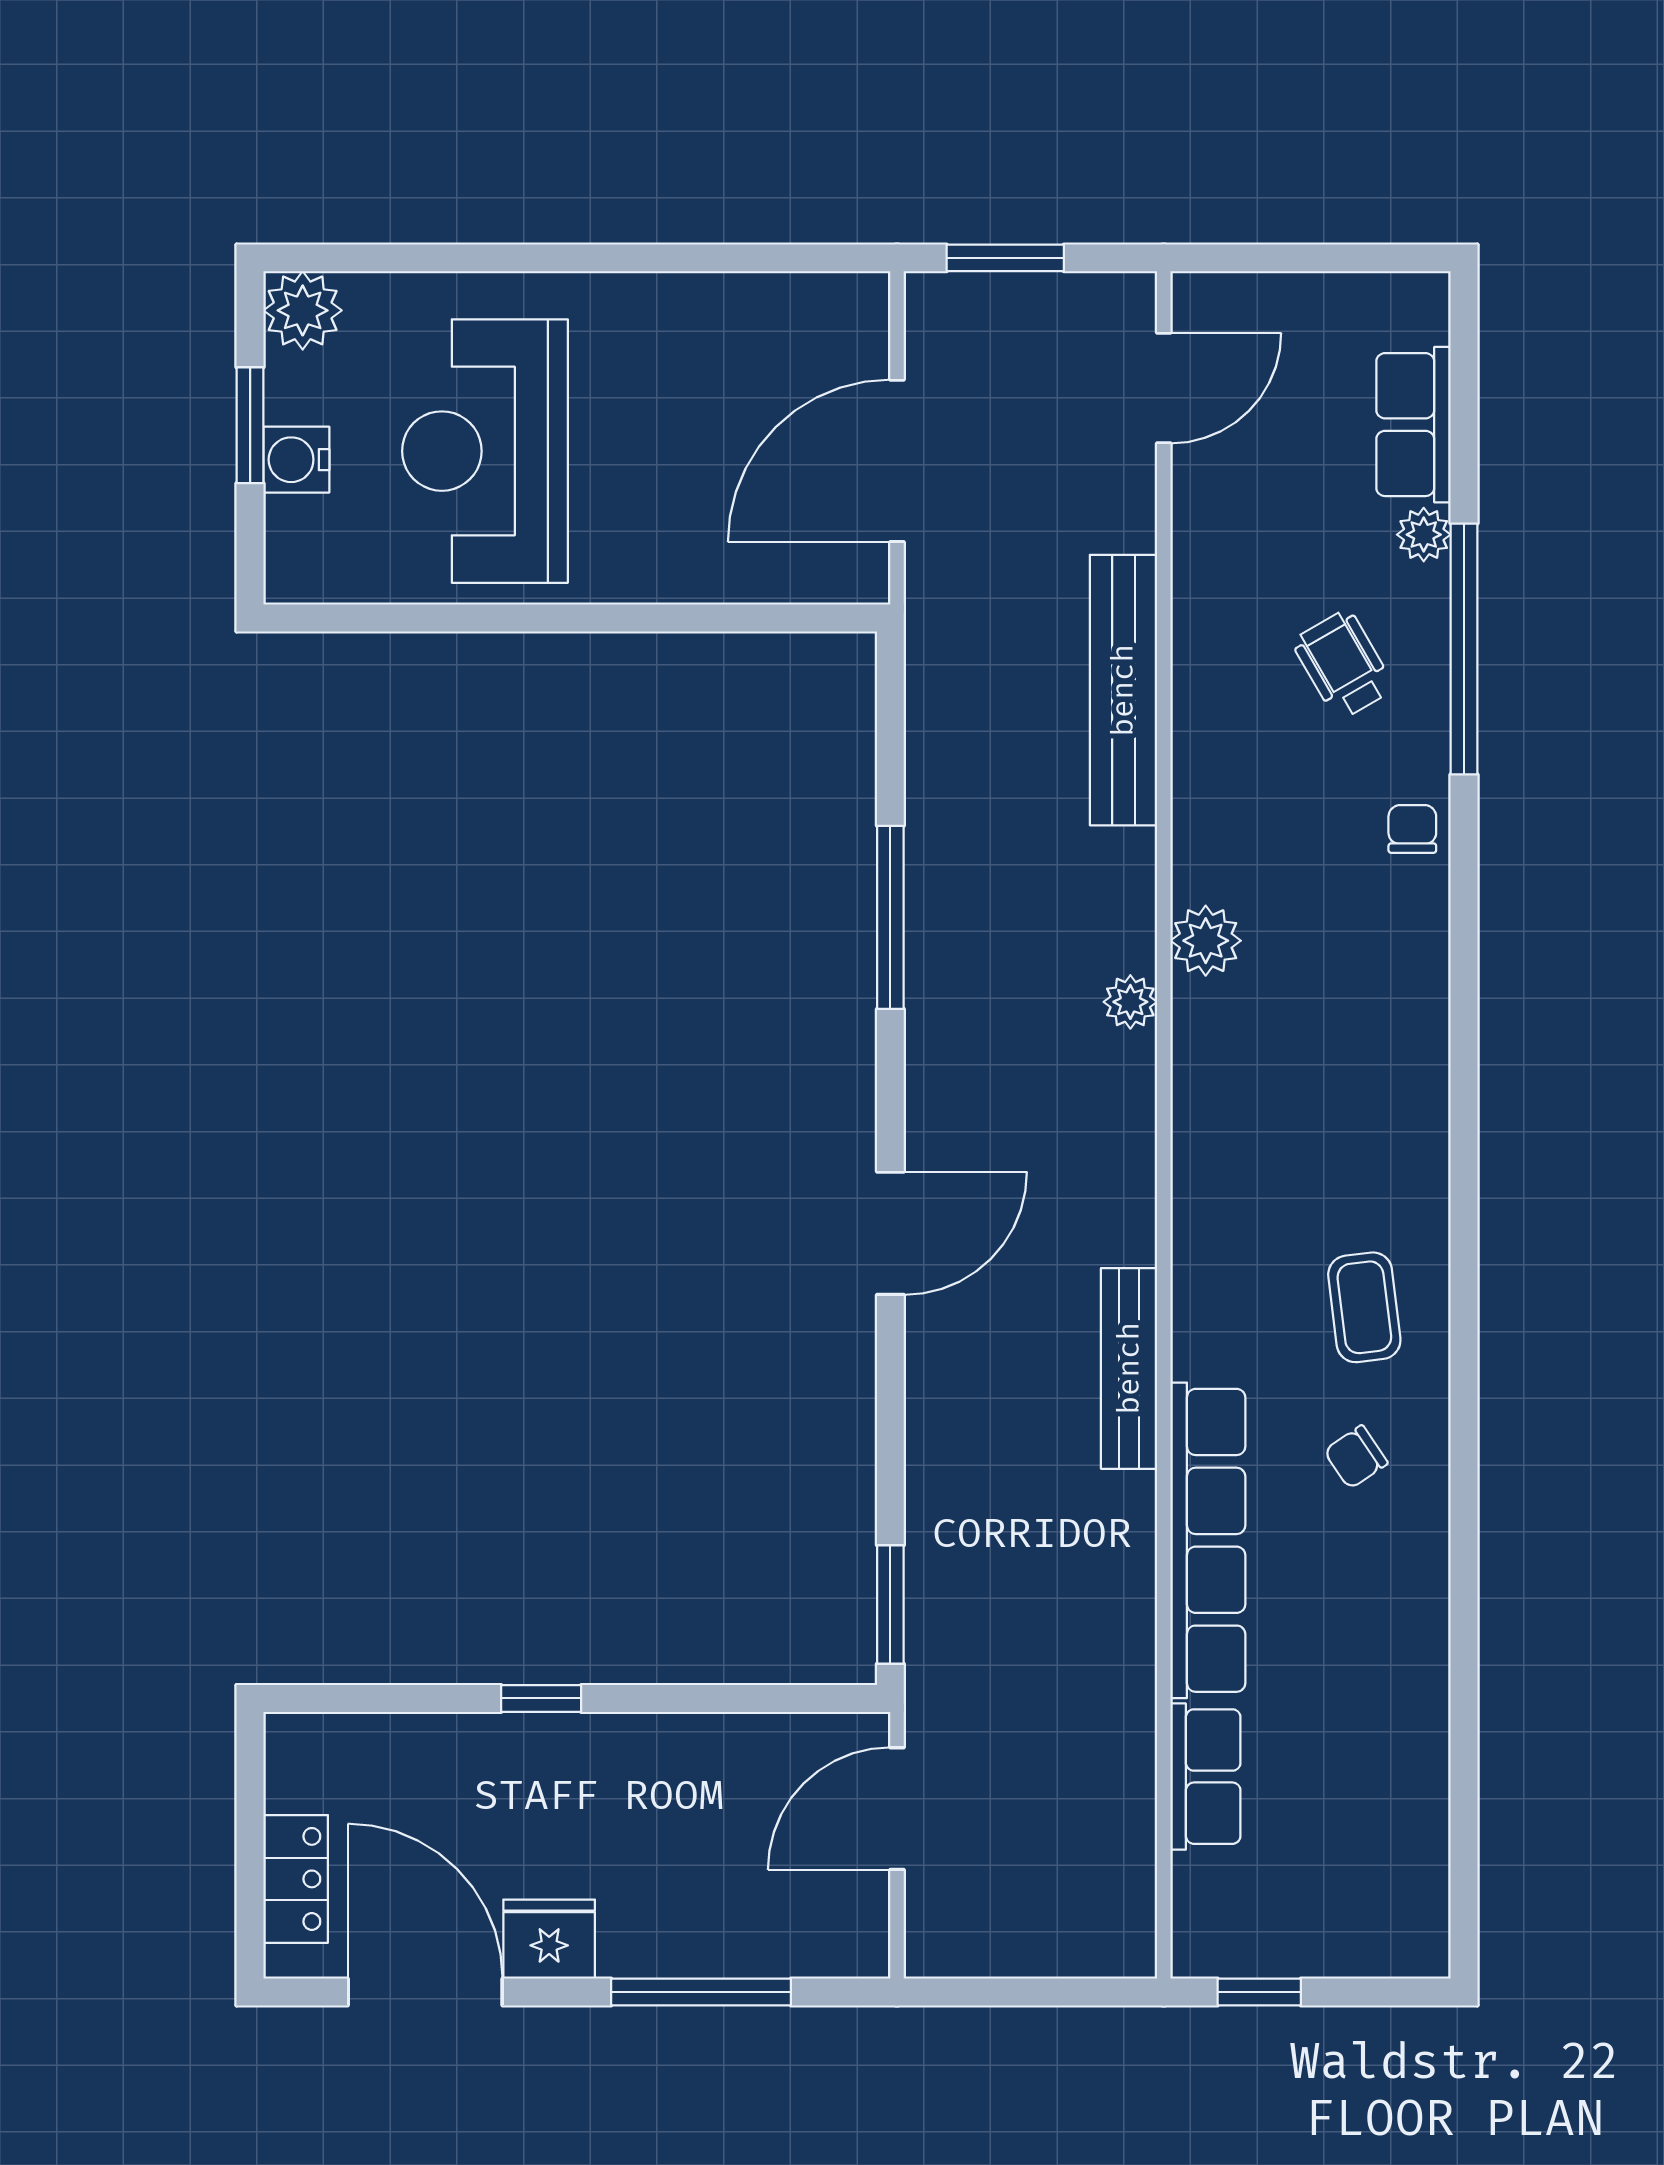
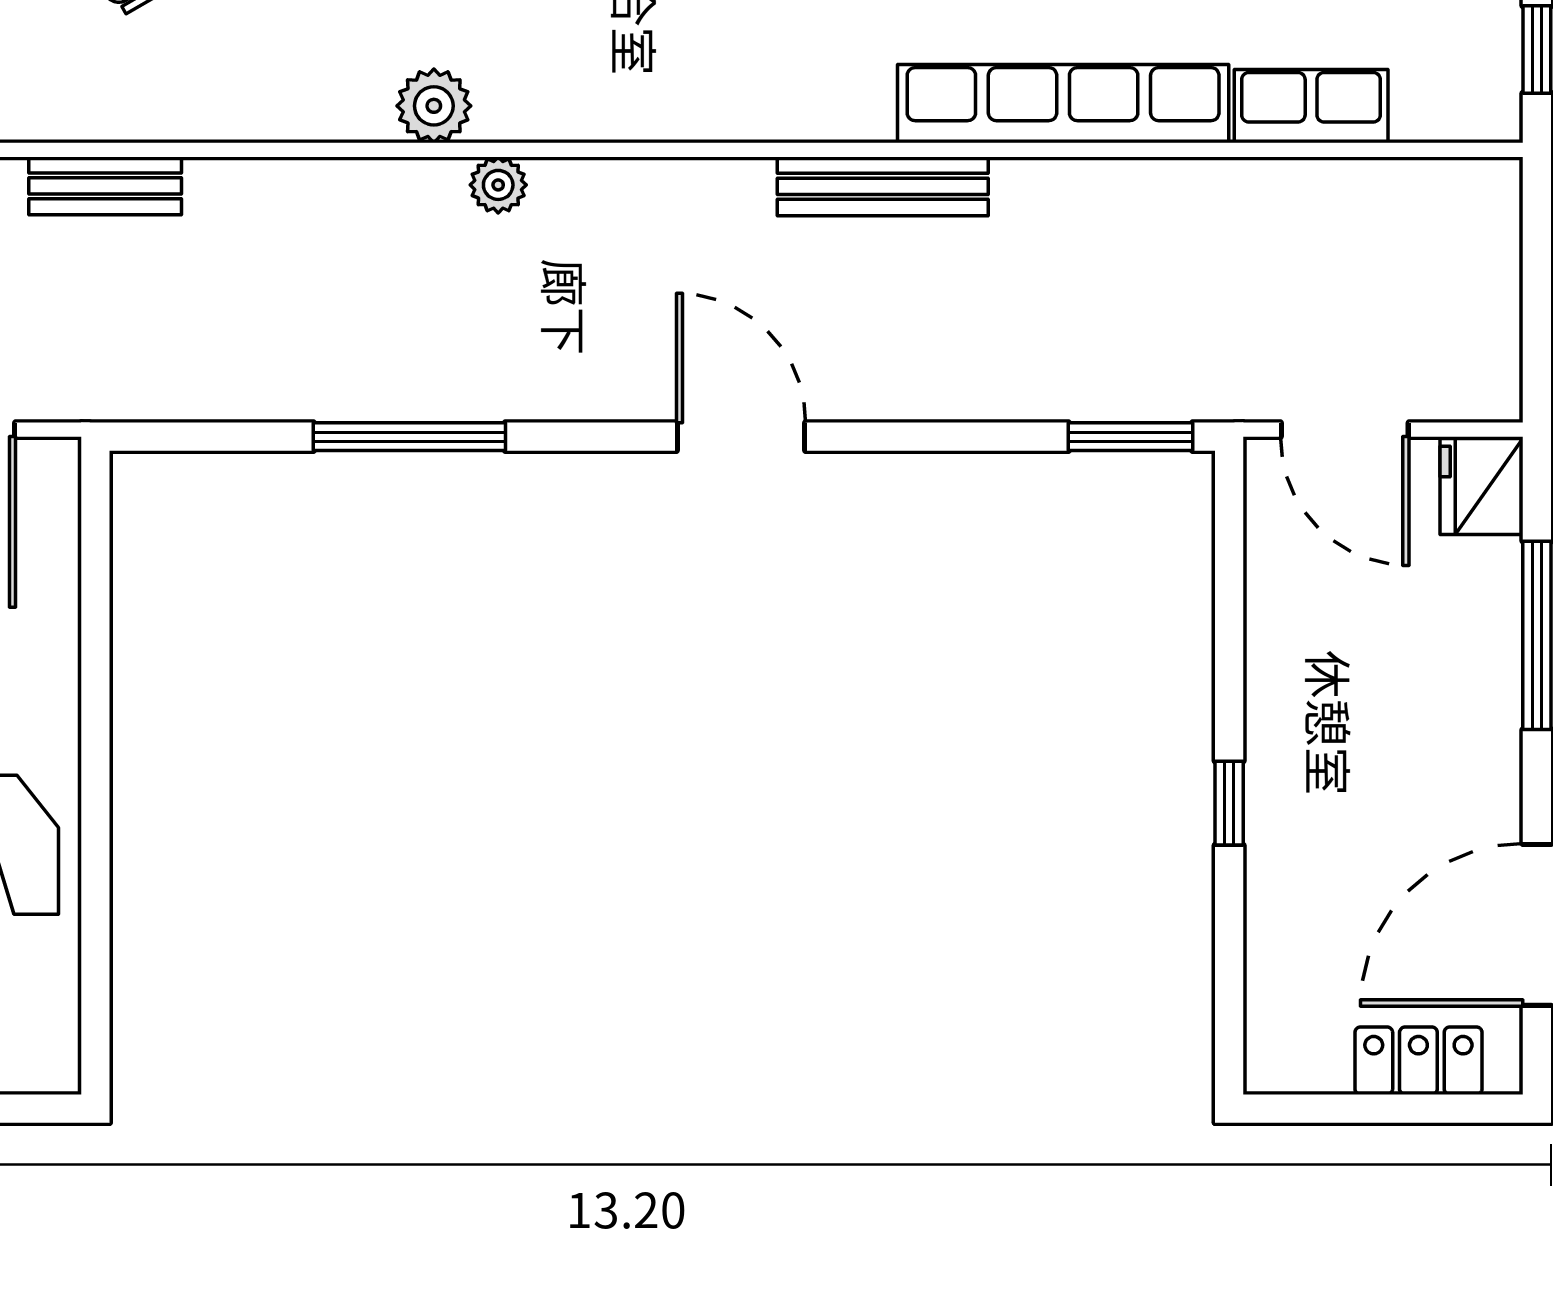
bench: (1123, 690) -> (105, 186), width x0.54, depth x0.82
fridge: (549, 1939) -> (1482, 487), moved

